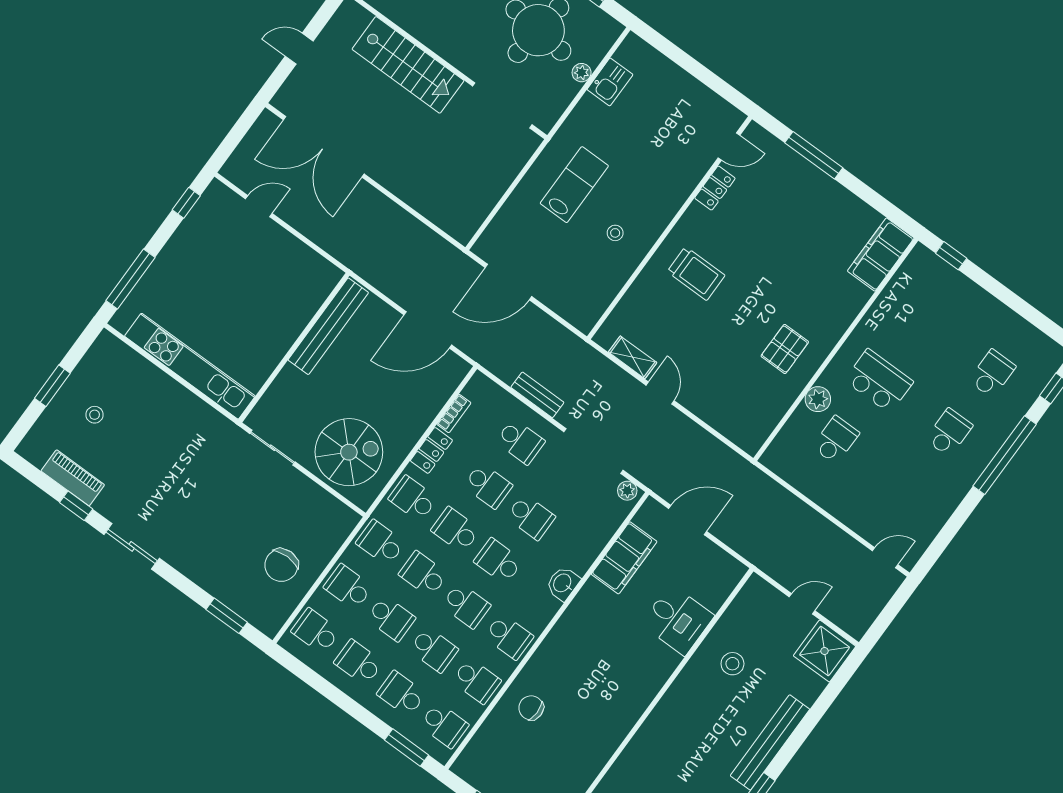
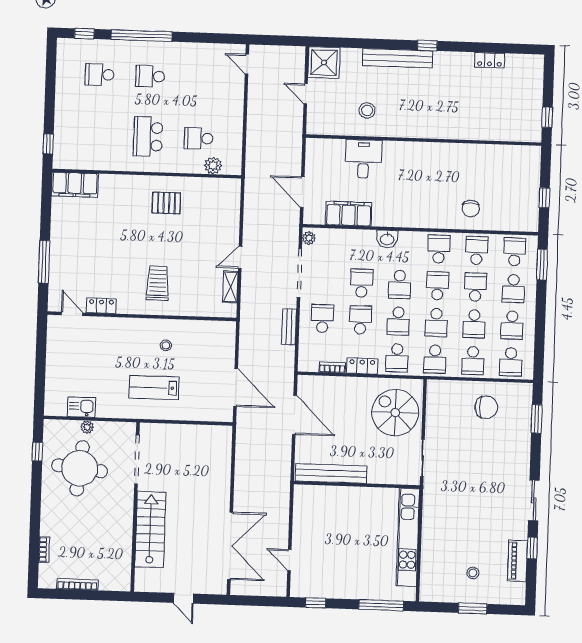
plant: (818, 399) -> (213, 166), moved
school desk: (391, 618) -> (474, 324), turned 180

